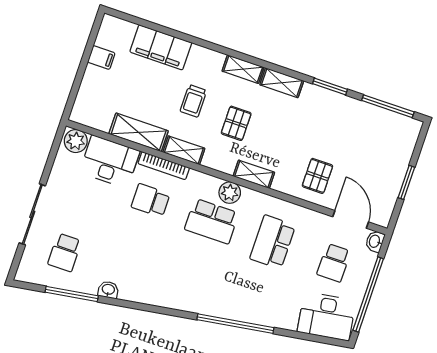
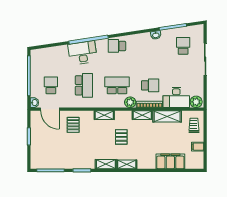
trolley: (193, 101) -> (194, 125), moved
plant: (230, 193) -> (130, 102), moved
school desk: (187, 294) -> (117, 46), added
desk: (327, 316) -> (83, 53), moved

